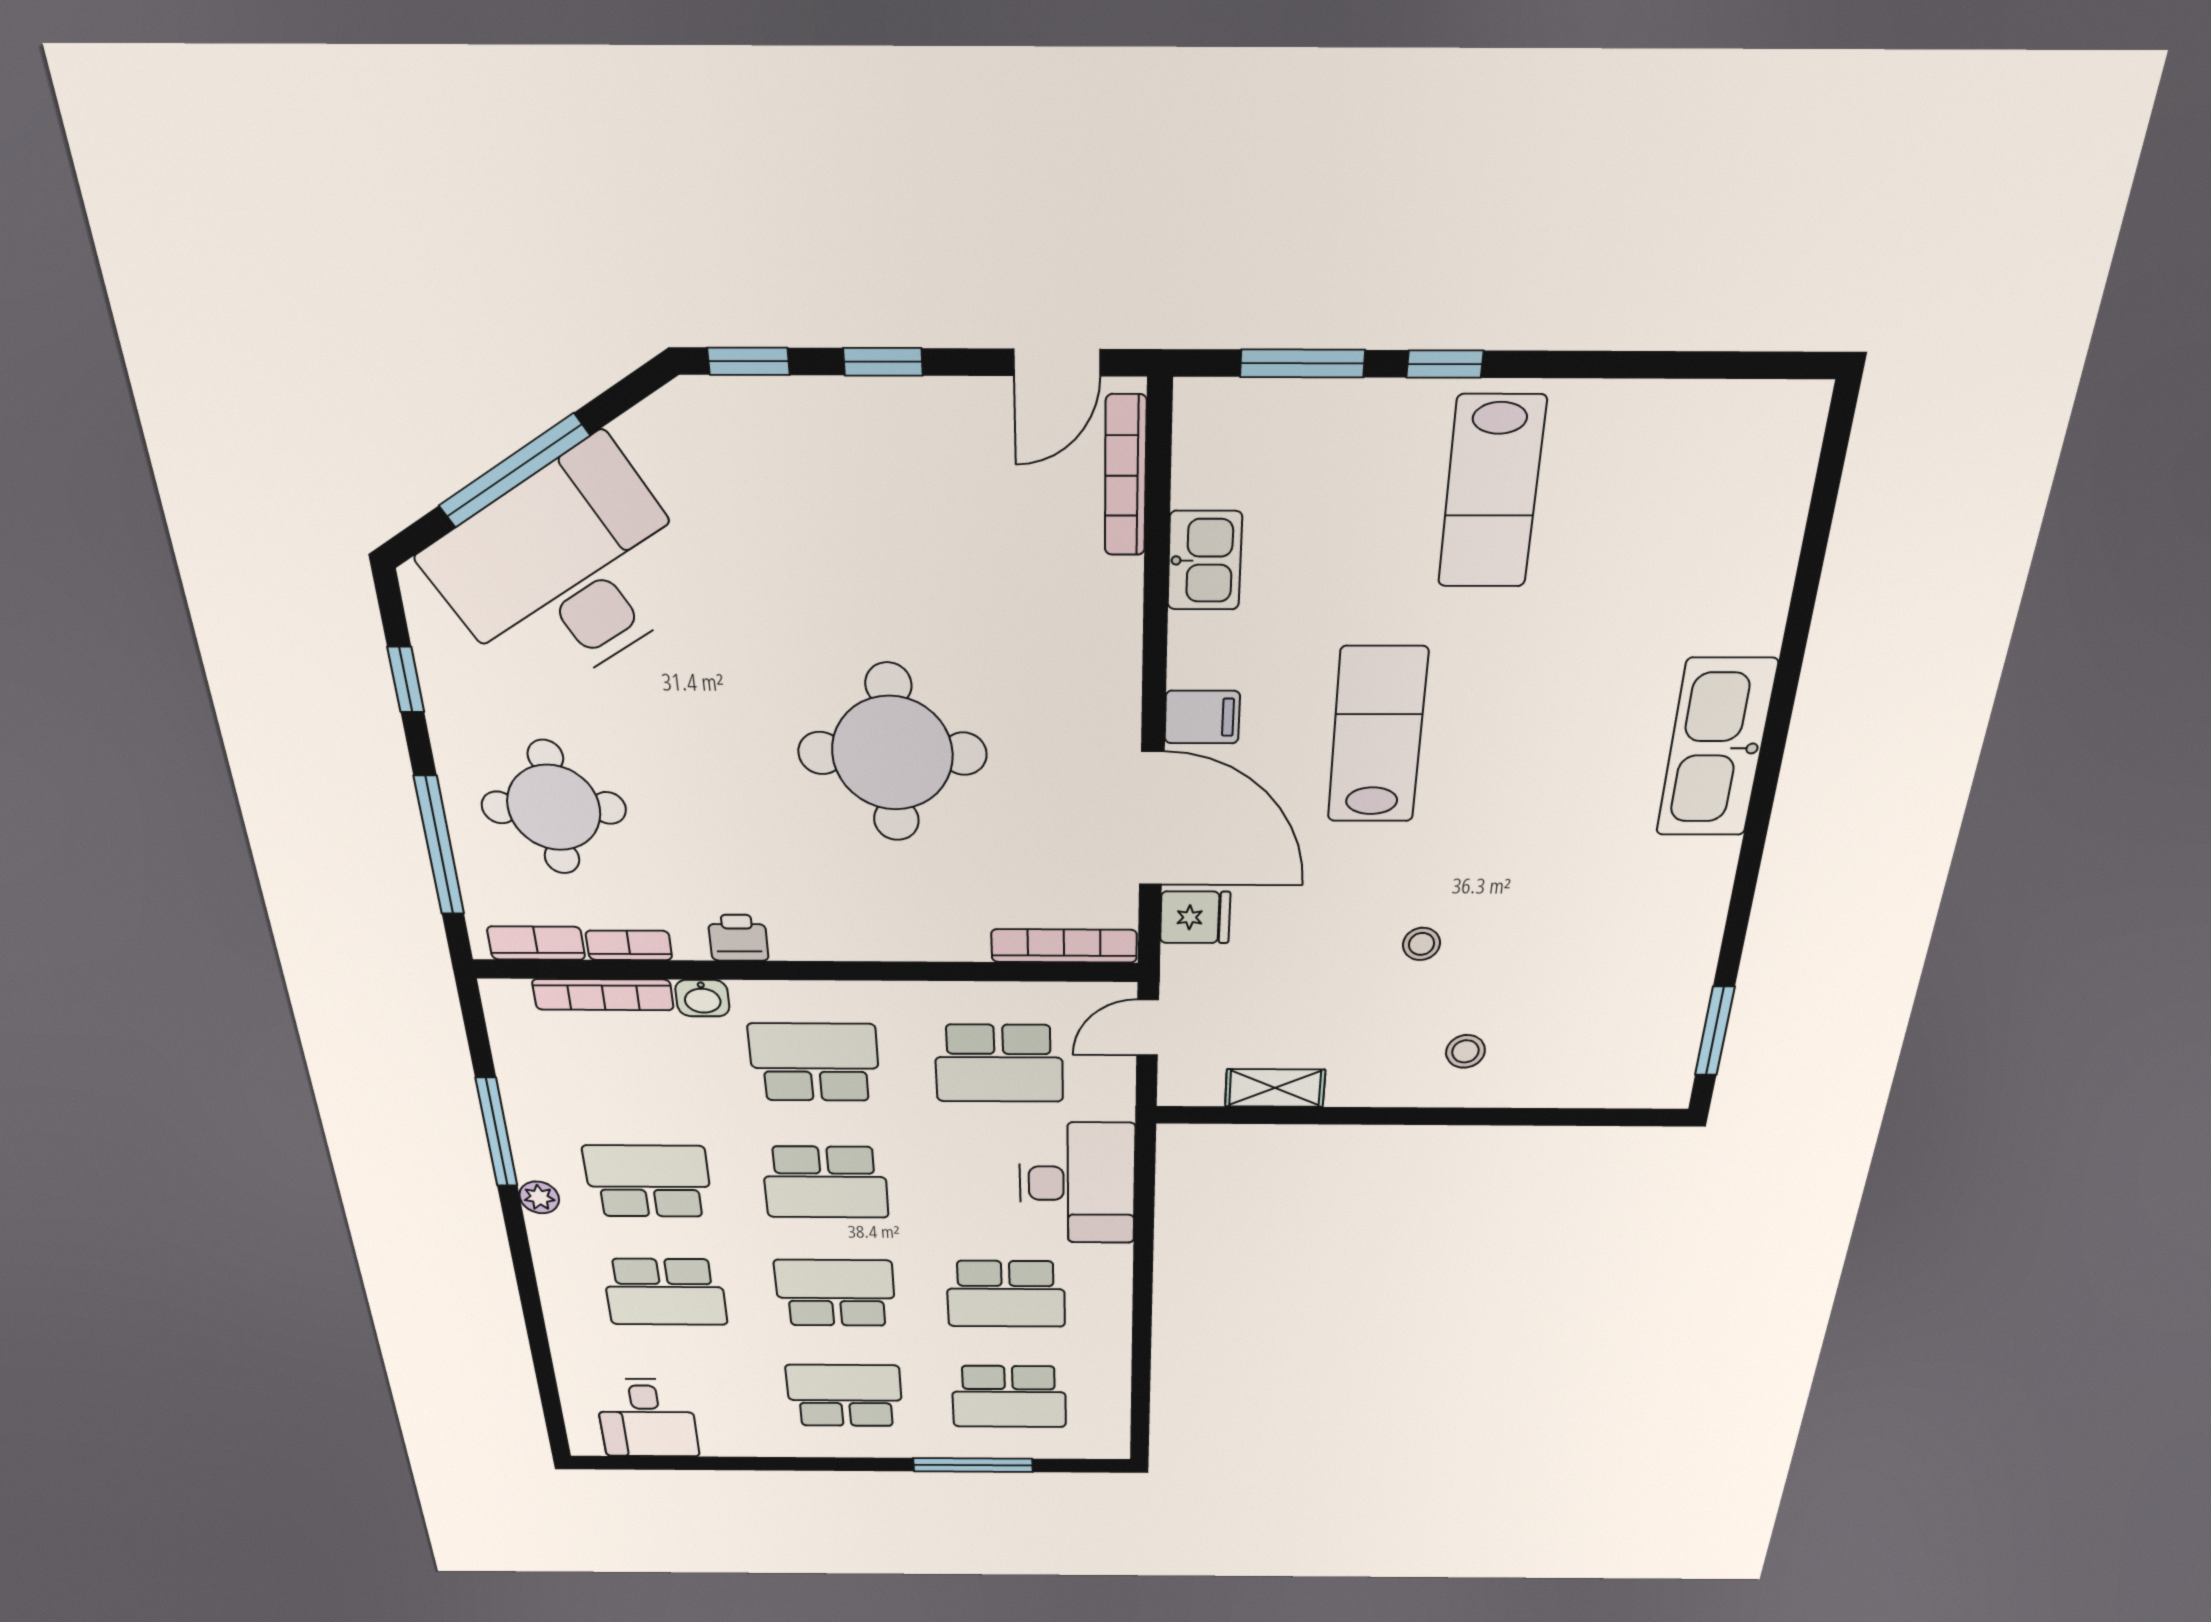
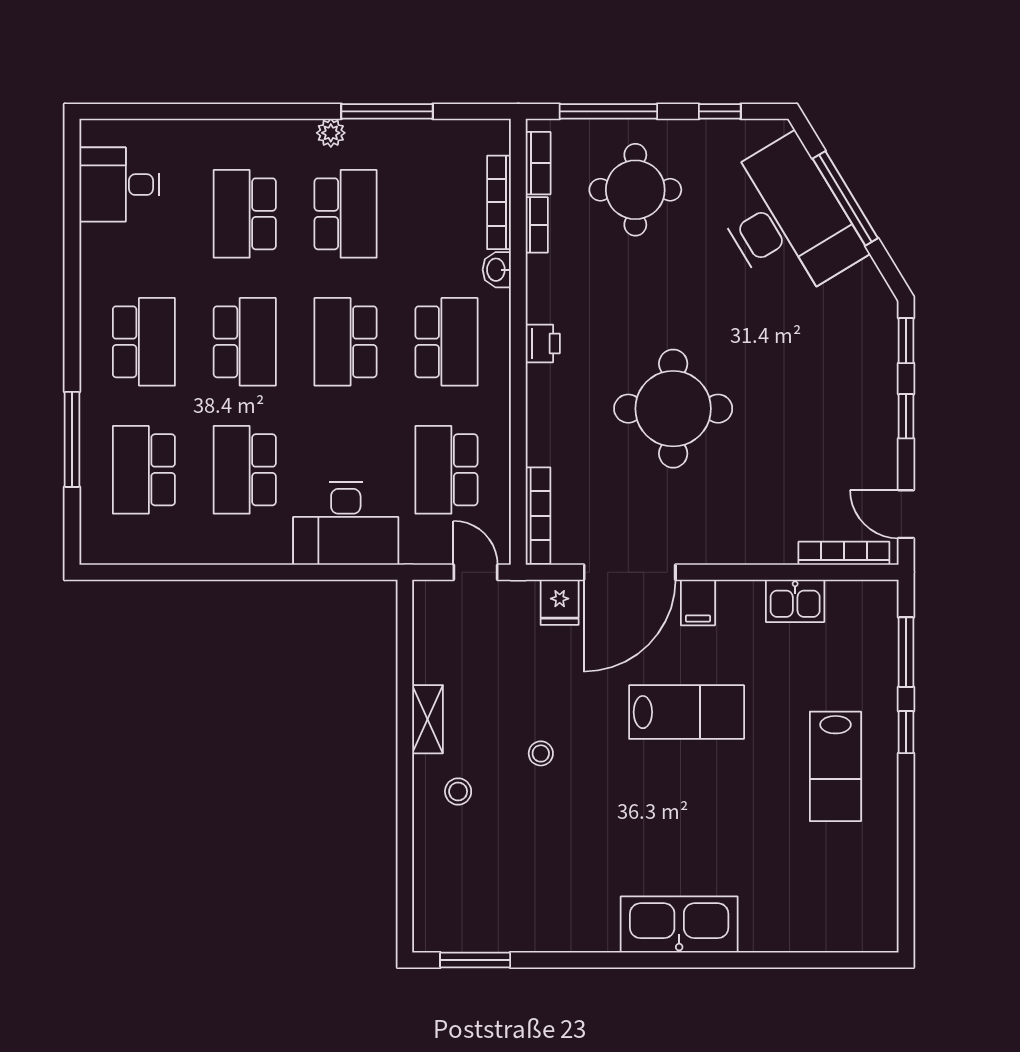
lab bench: (1492, 492) -> (835, 766), turned -90
printer: (738, 938) -> (543, 343), moved
shelving: (1275, 1088) -> (428, 719), moved

